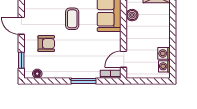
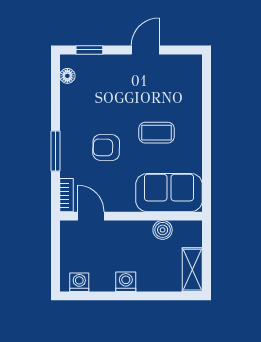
armchair: (46, 44) -> (106, 148), moved, turned 91
washing machine: (164, 53) -> (126, 282), moved

